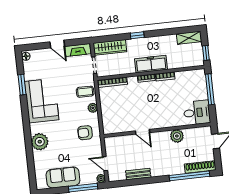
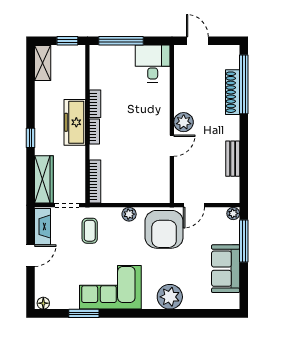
coffee table: (85, 92) -> (90, 231), moved
armchair: (85, 133) -> (164, 229), width x1.88, depth x1.88
plant: (177, 136) -> (184, 122), moved
door: (105, 164) -> (194, 205), moved
shoe rack: (200, 167) -> (233, 92), moved

